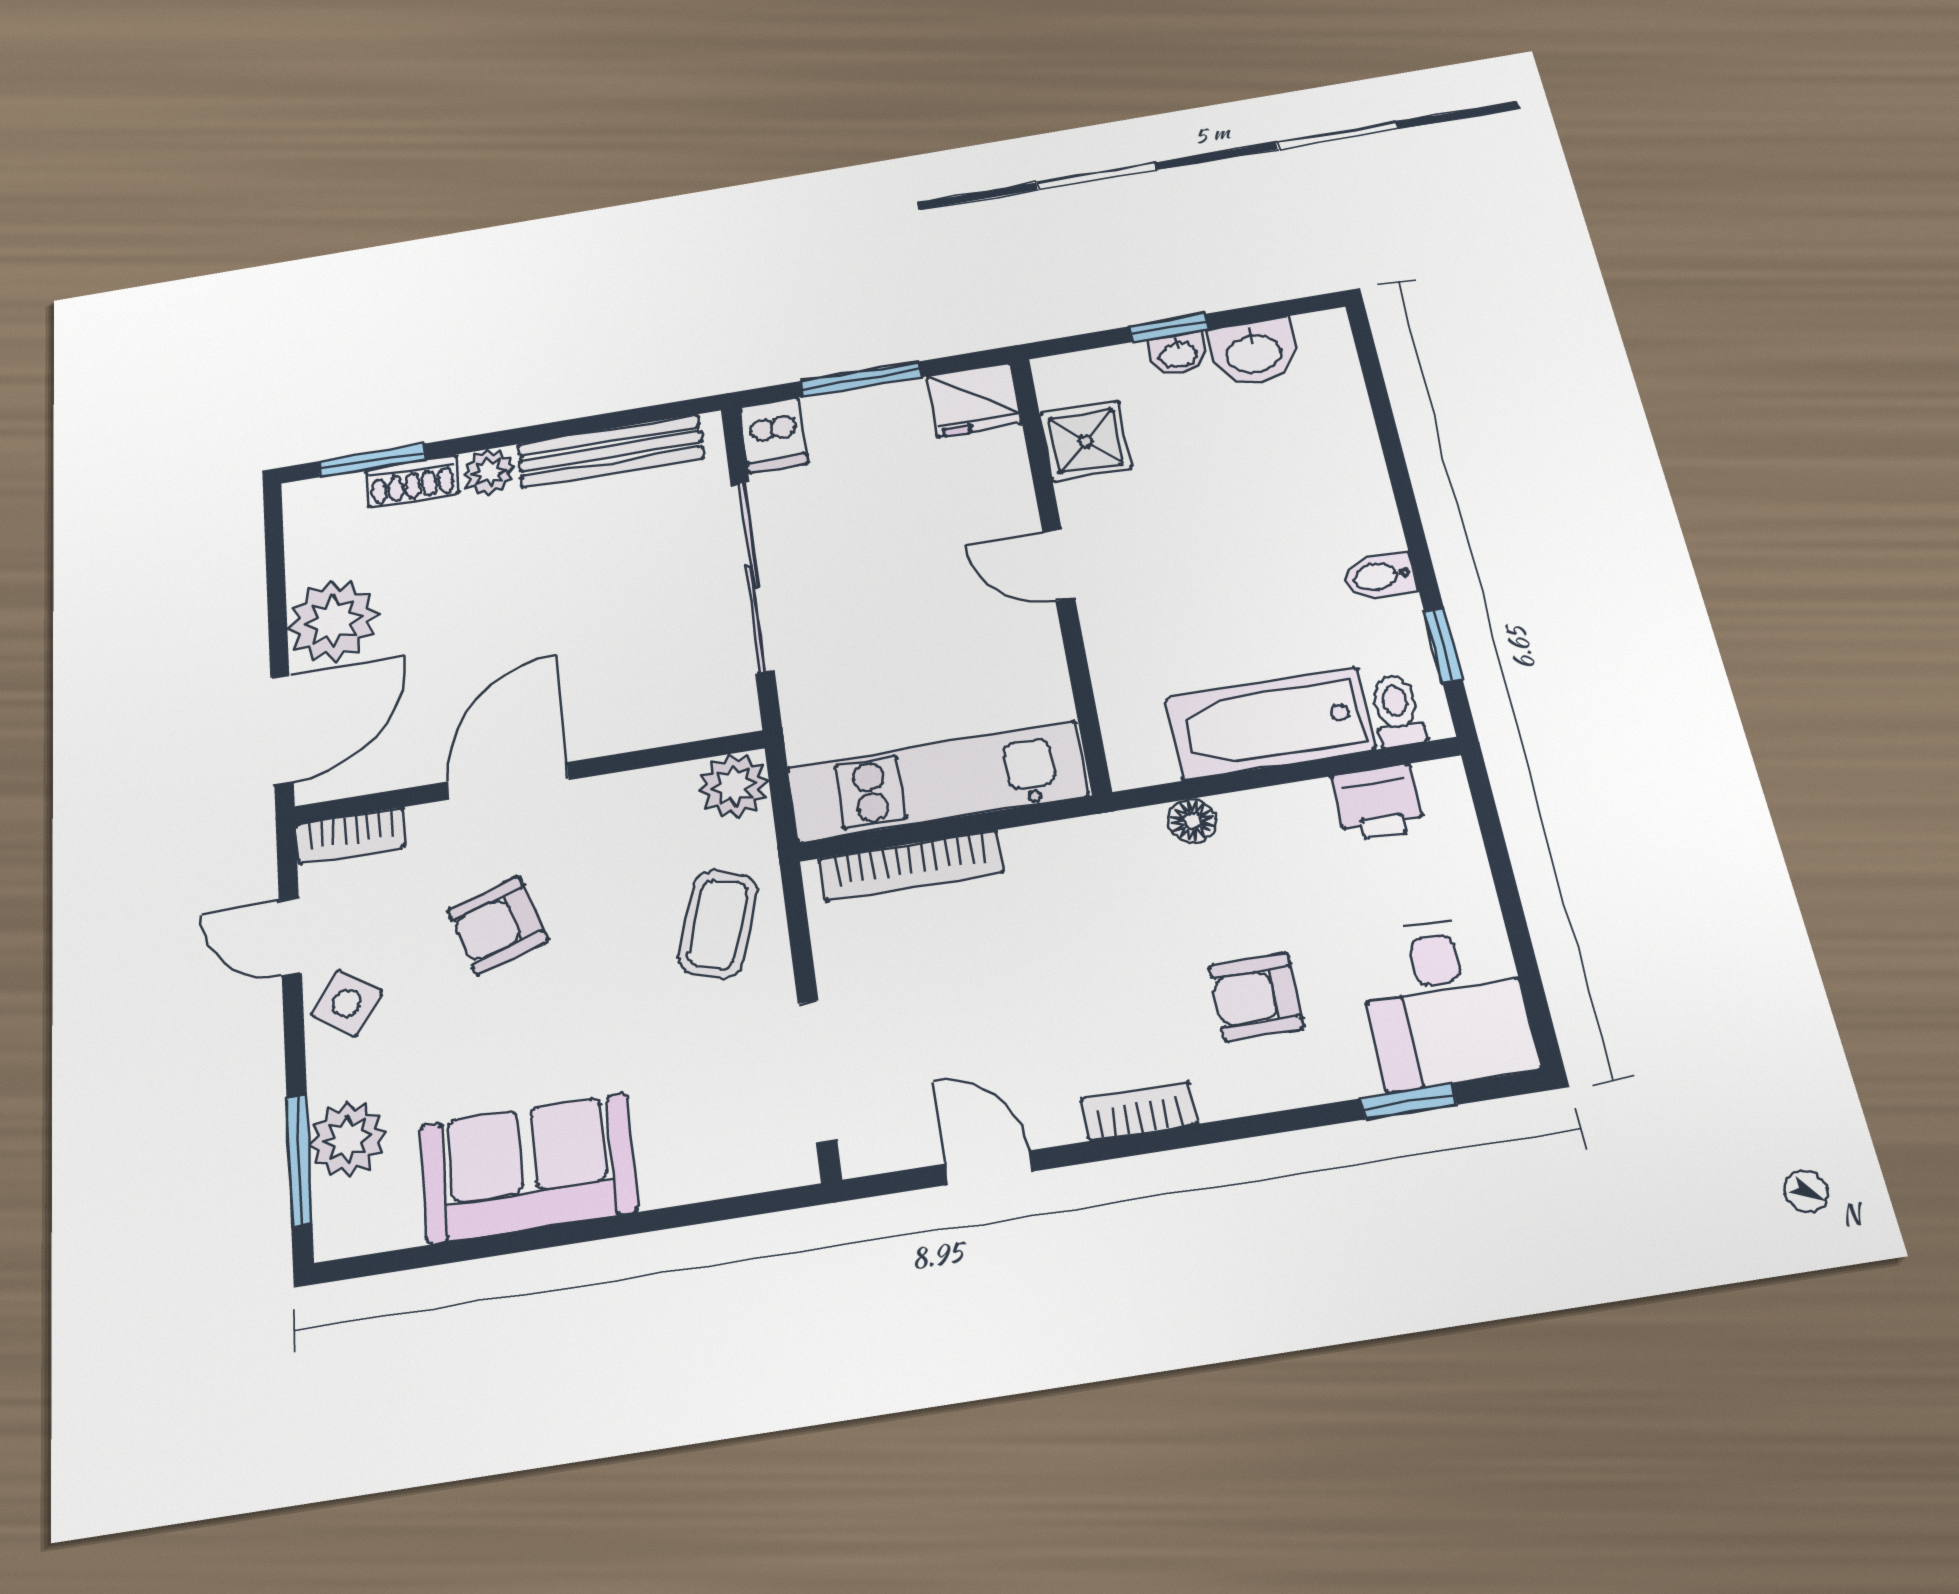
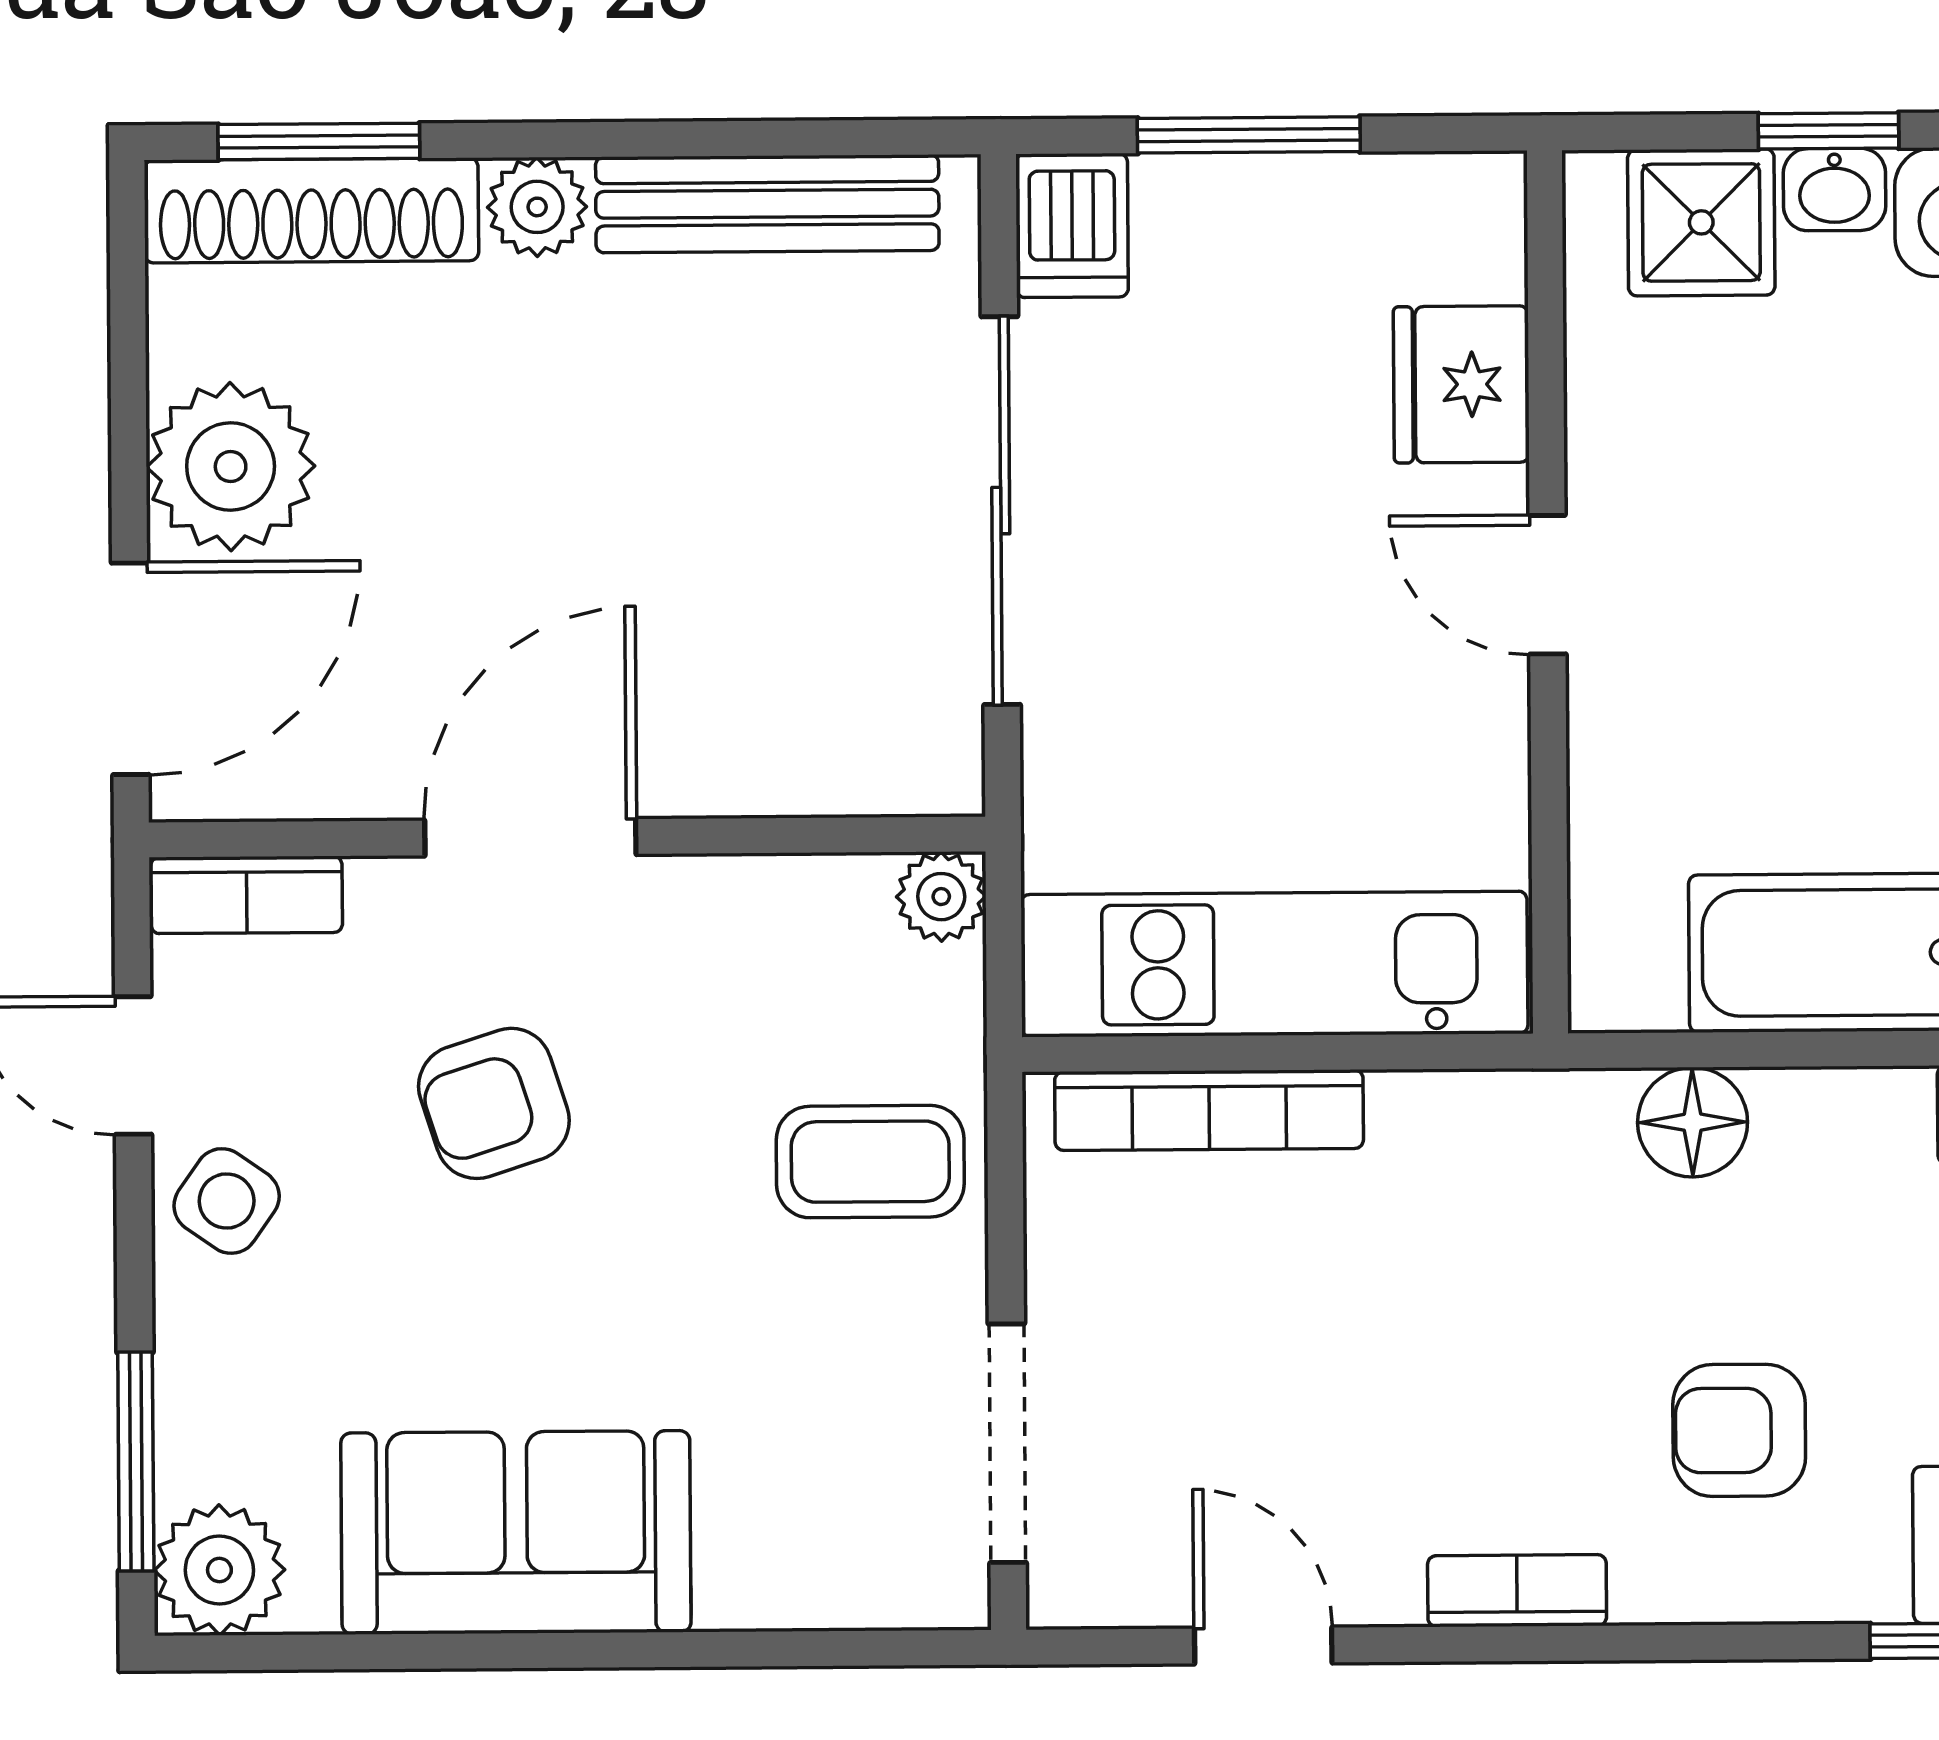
fridge: (974, 400) -> (1461, 384), moved, turned 90
shower: (1086, 441) -> (1701, 222), moved
shoe rack: (412, 481) -> (311, 210), width x1.94, depth x1.24
plant: (734, 786) -> (941, 897), width x0.73, depth x0.73
floor lamp: (1192, 821) -> (1693, 1122), width x1.37, depth x1.37
coffee table: (718, 924) -> (870, 1162), turned 72
plant: (348, 1139) -> (219, 1570), moved

